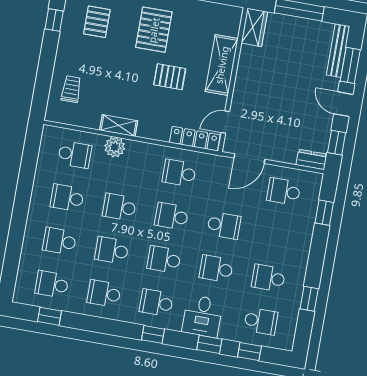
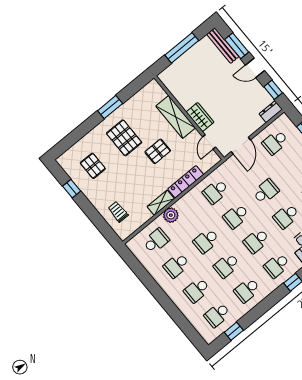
wardrobe: (254, 27) -> (200, 117), moved
locker: (195, 139) -> (186, 182), moved

